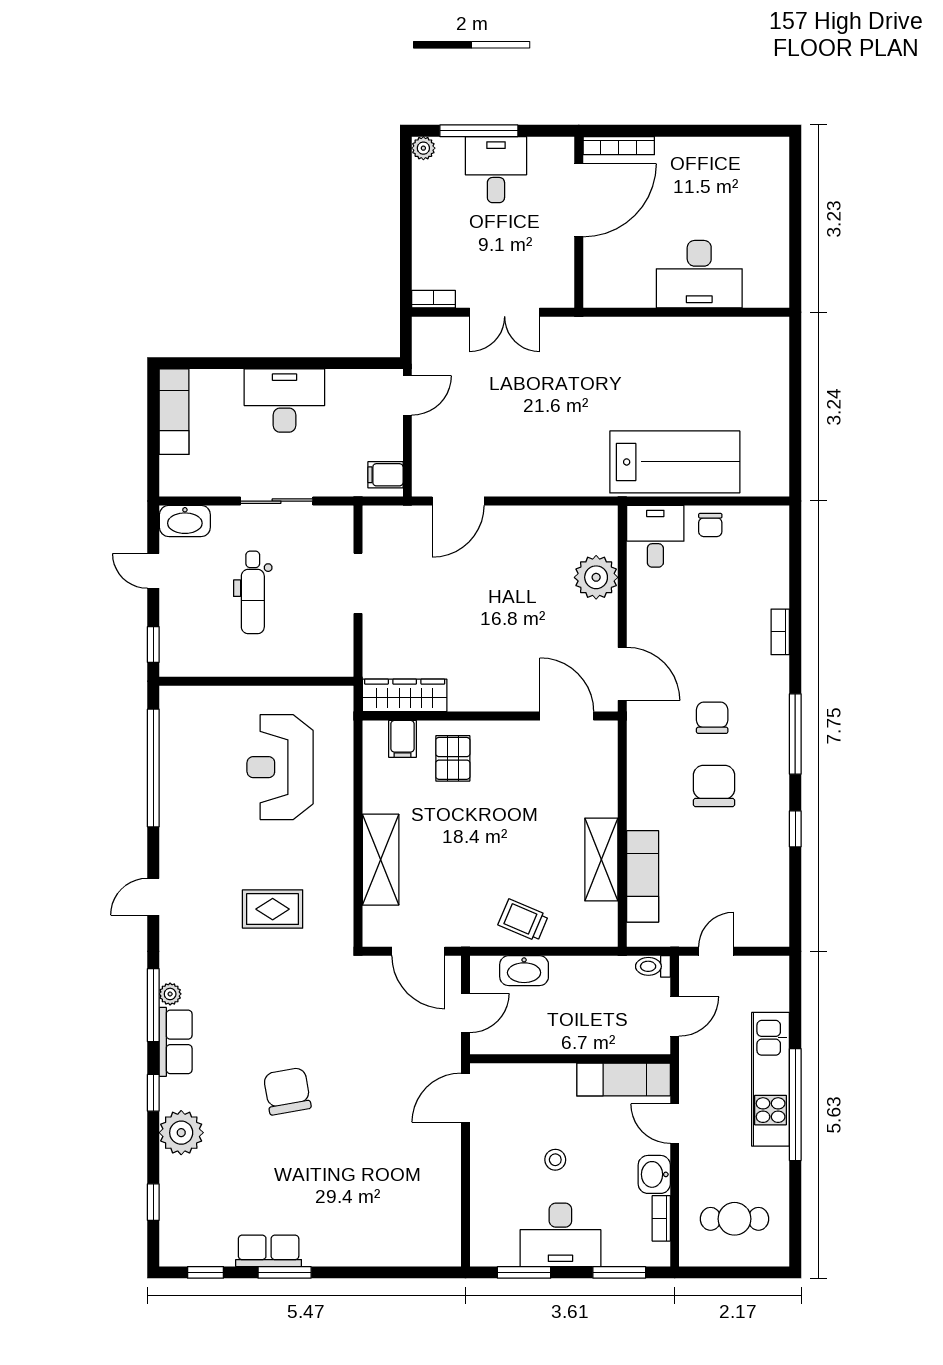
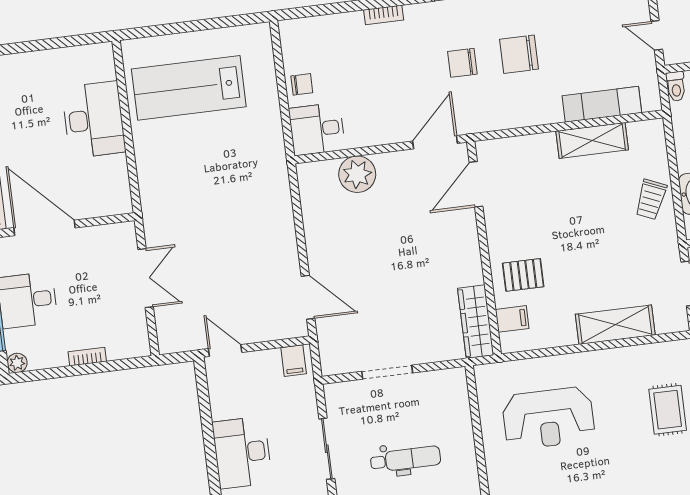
bookcase: (434, 299) -> (87, 357), moved, turned 90
lab bench: (675, 462) -> (189, 88), moved, turned -90

